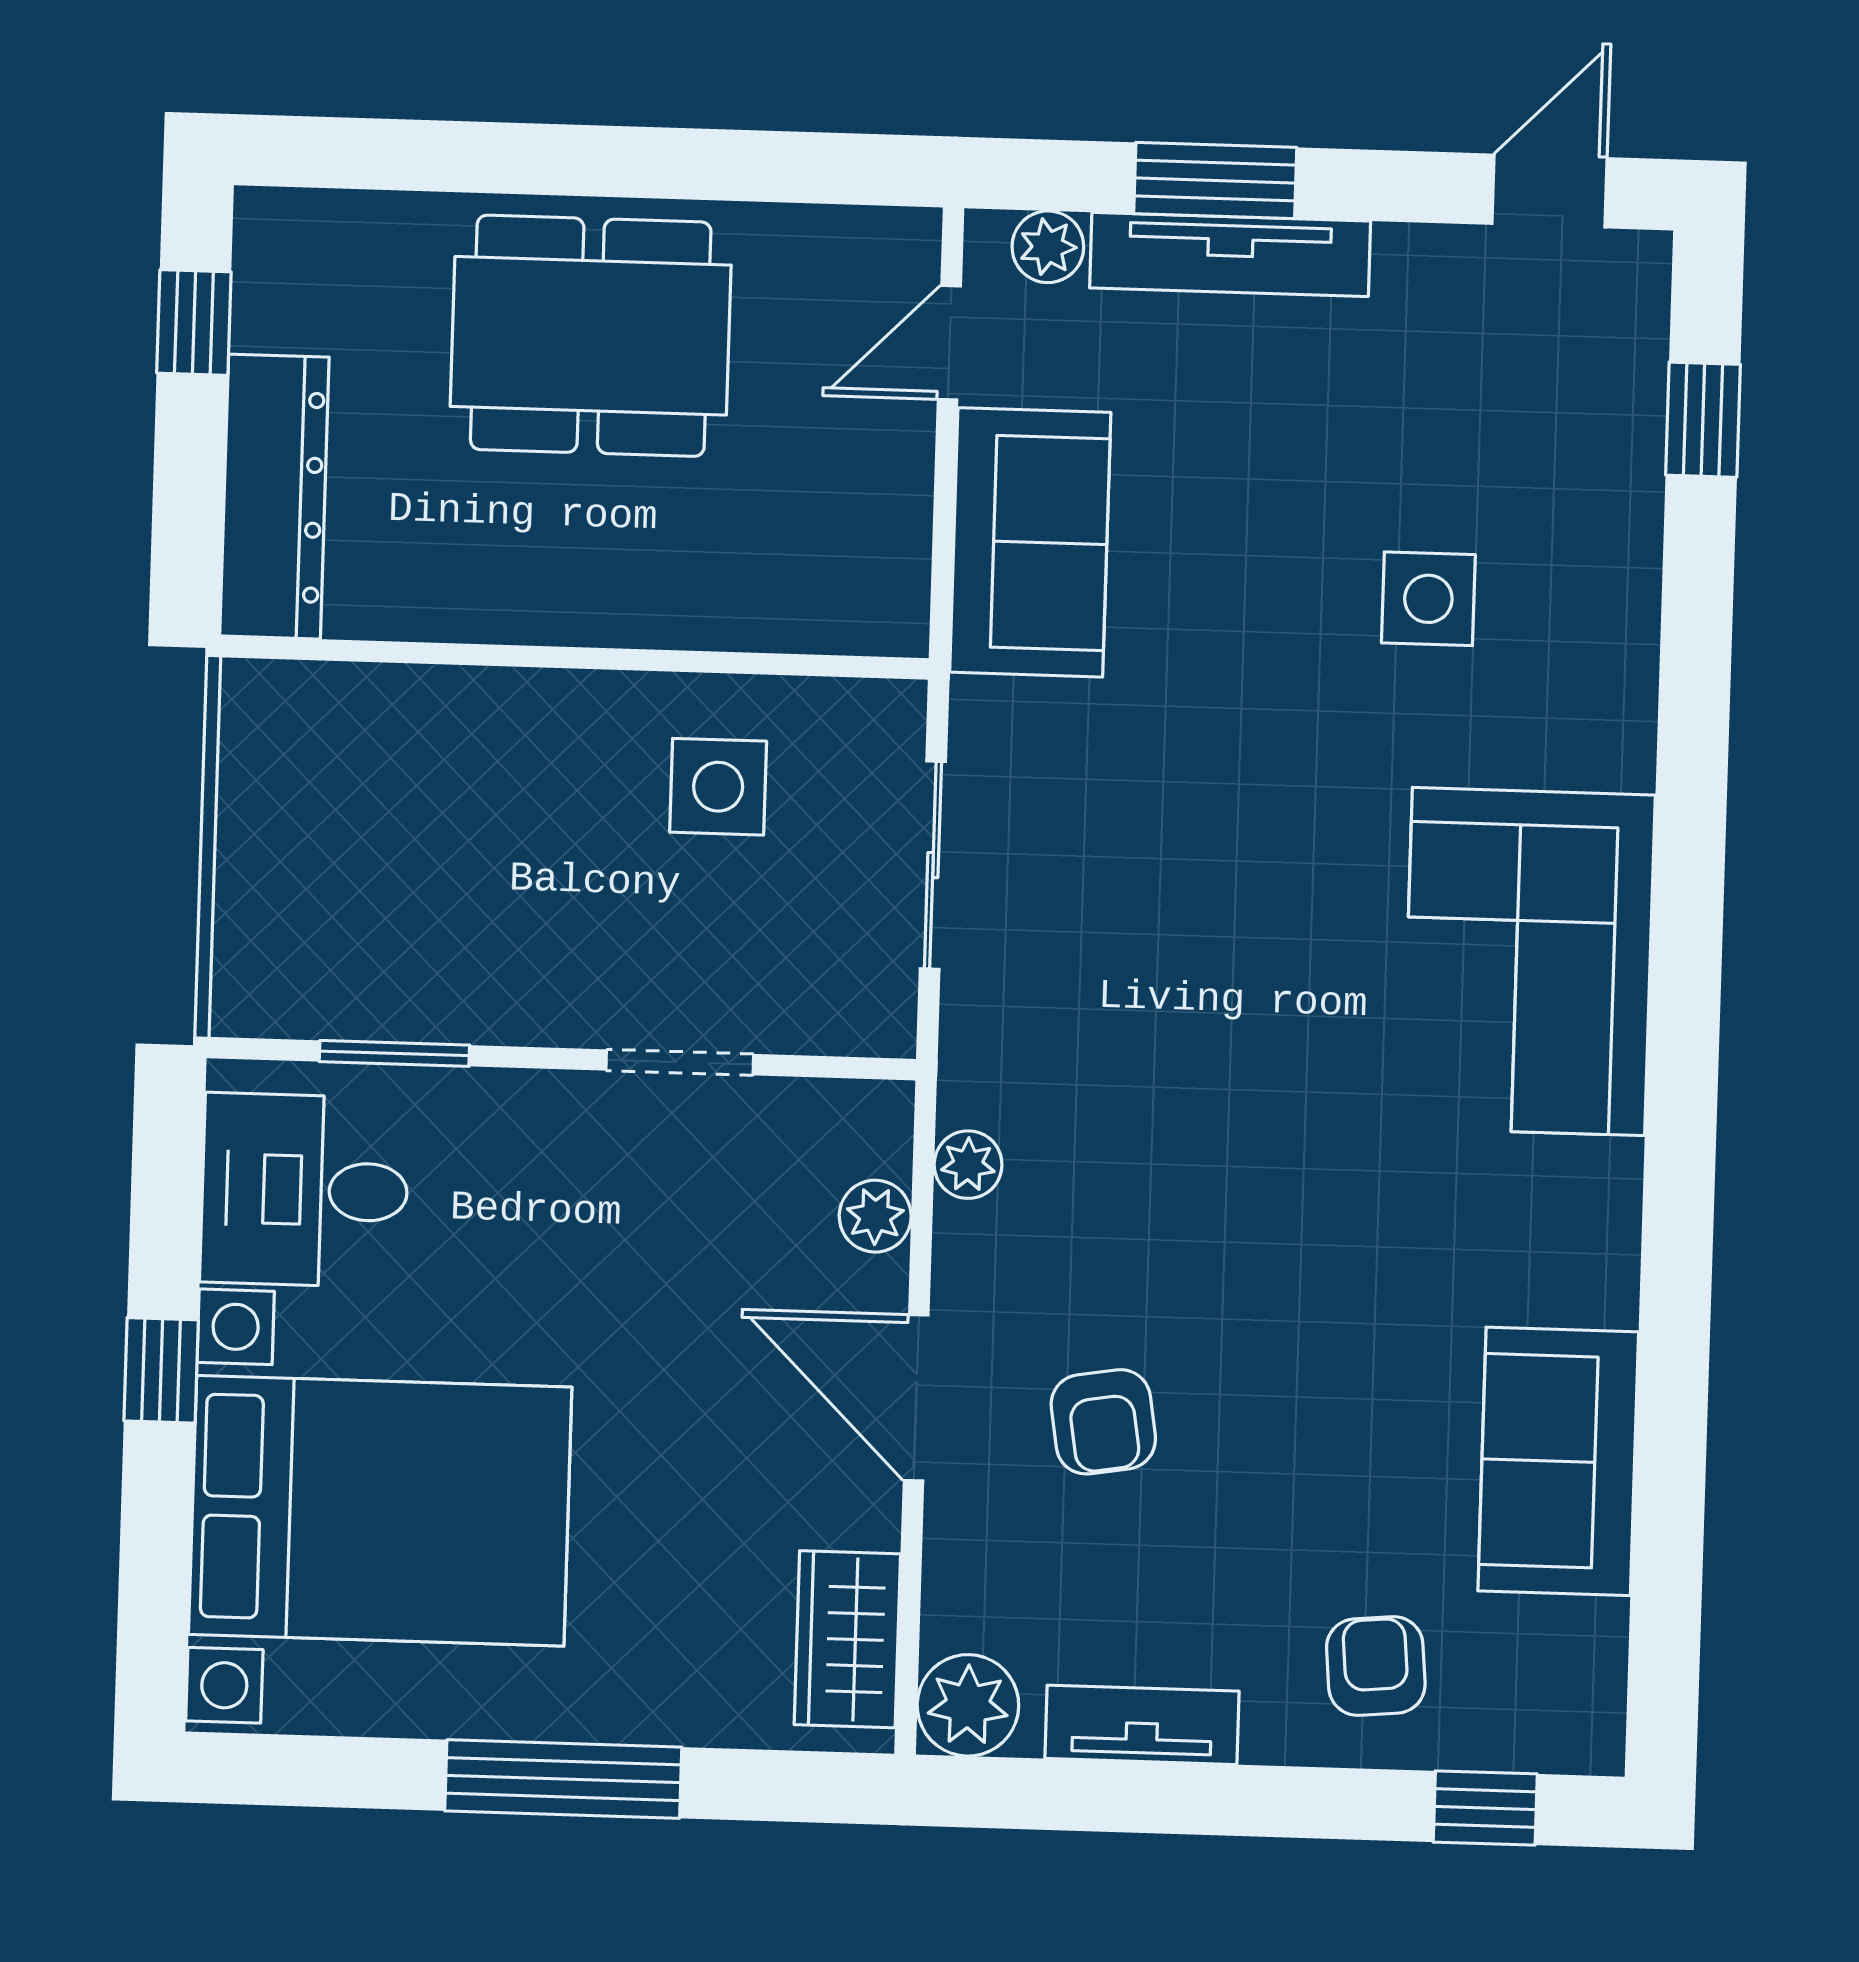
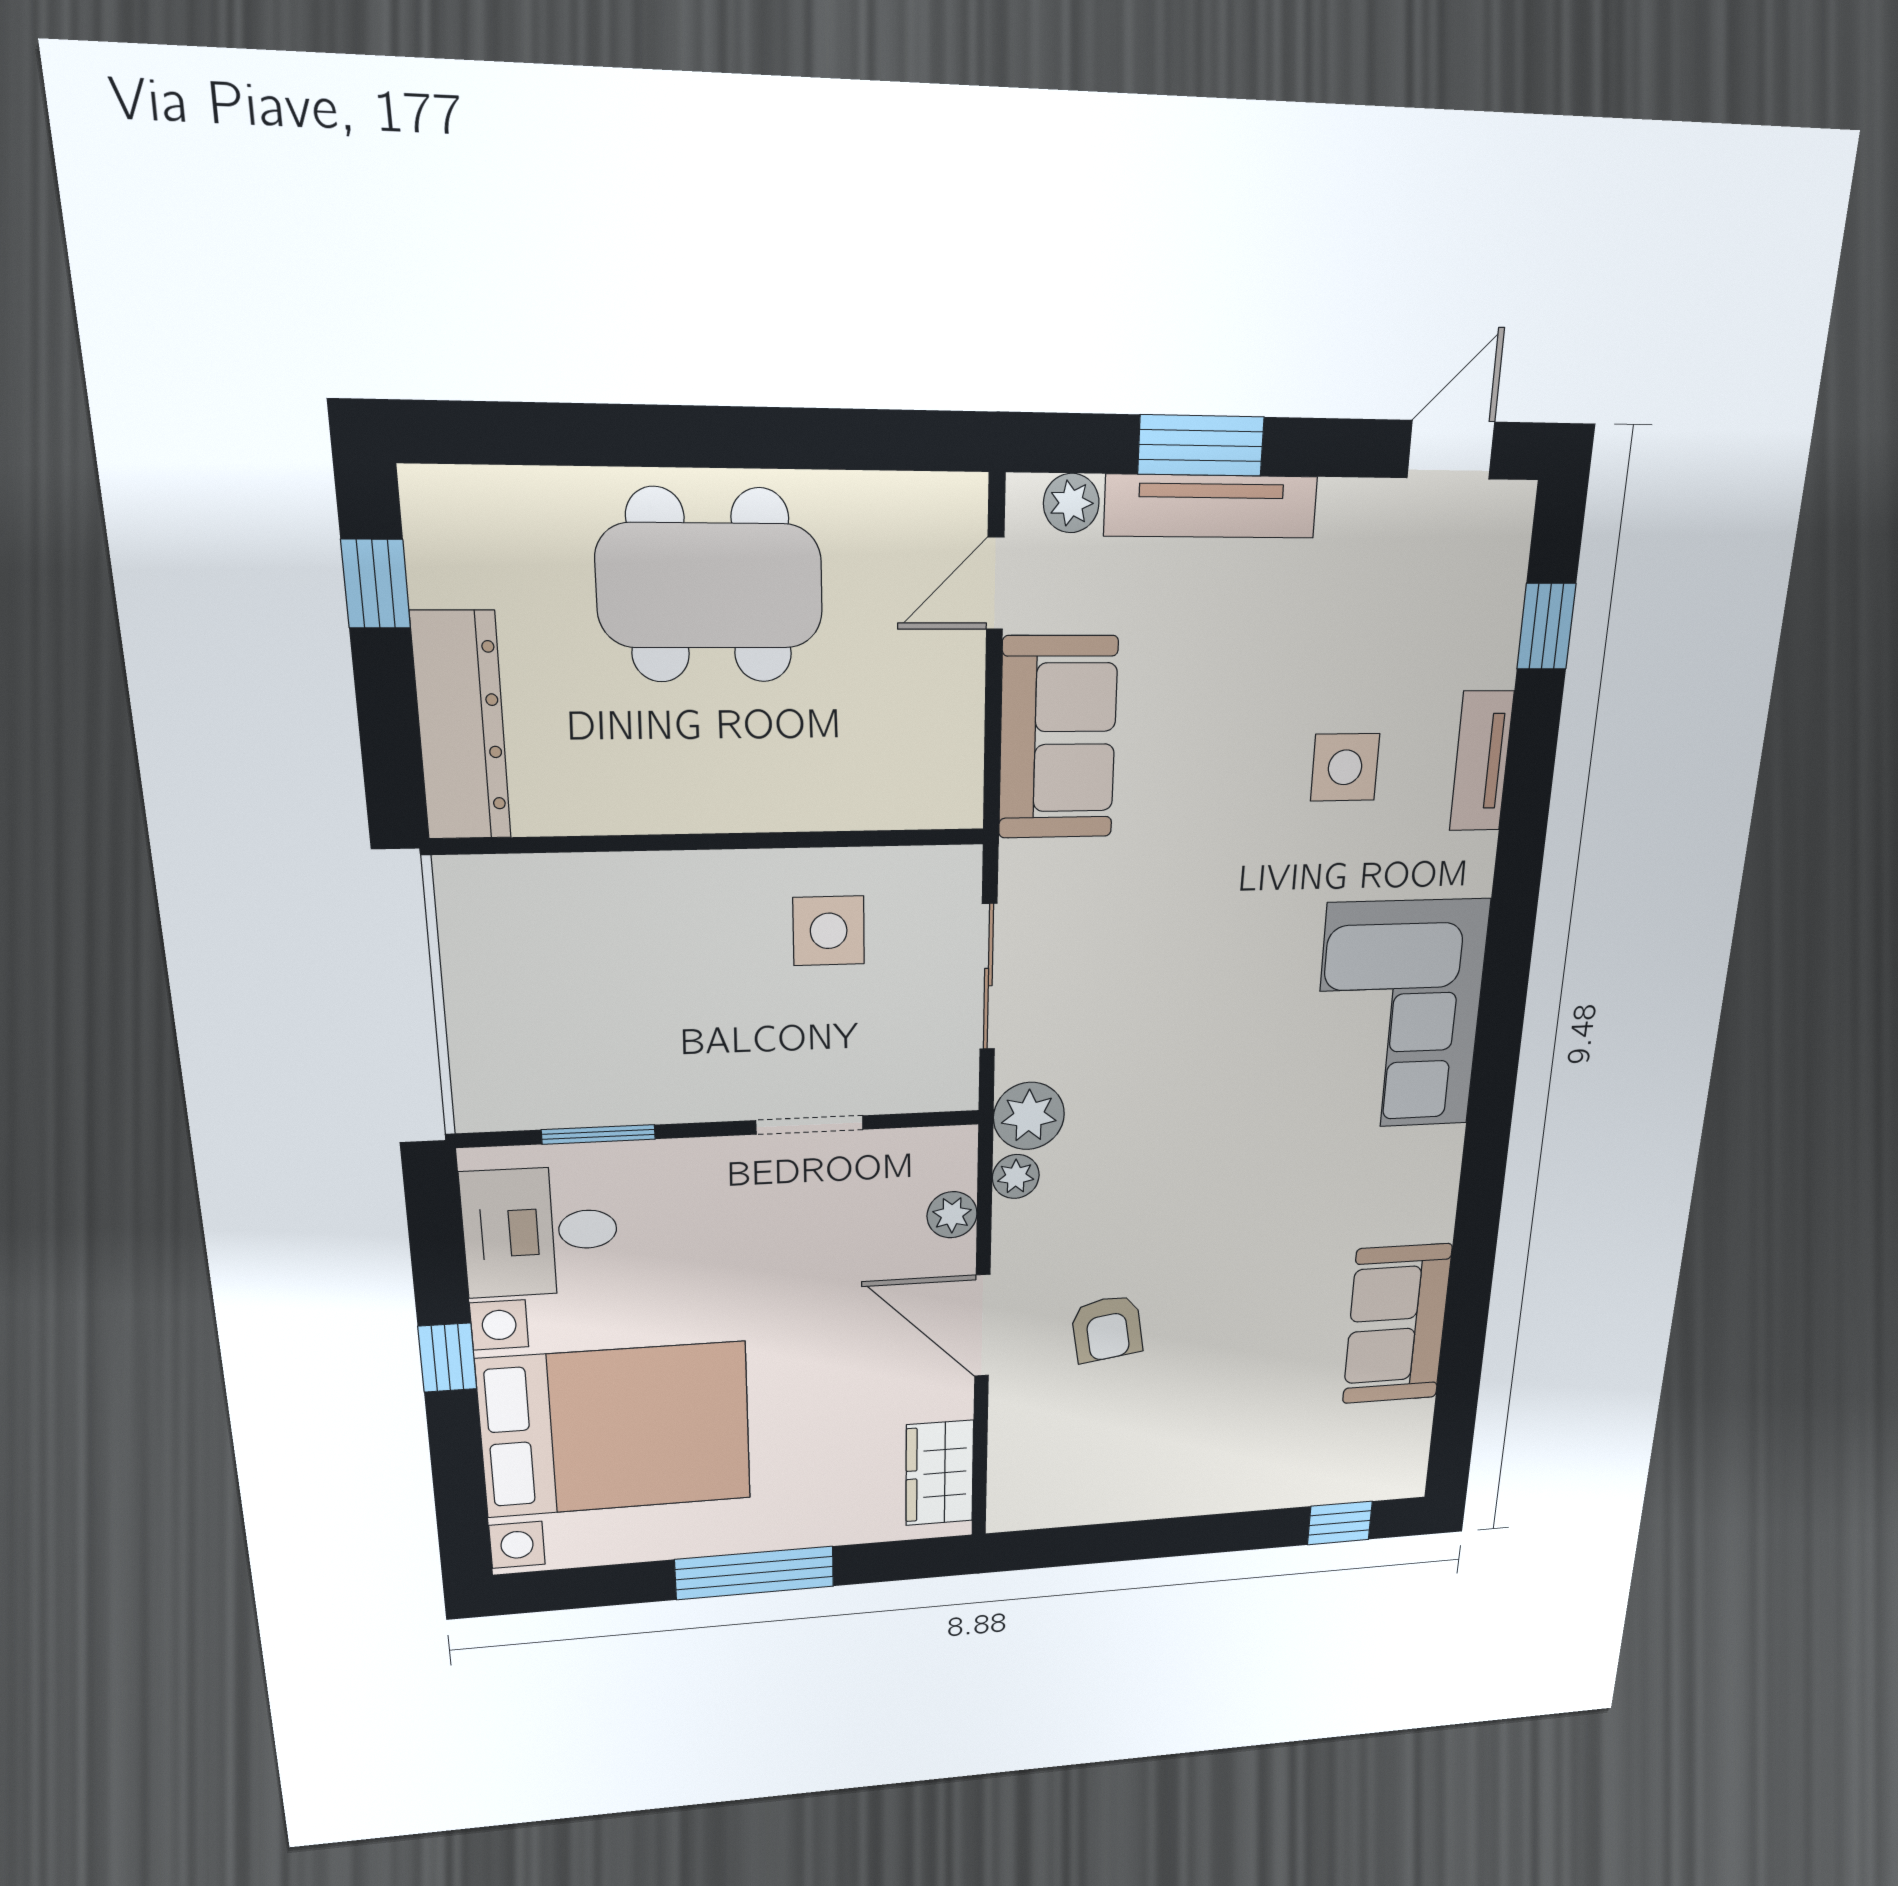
armchair: (1376, 1666) -> (1277, 1452), removed
plant: (968, 1705) -> (1029, 1116), moved
tv unit: (1142, 1725) -> (1482, 761), moved, turned -90

